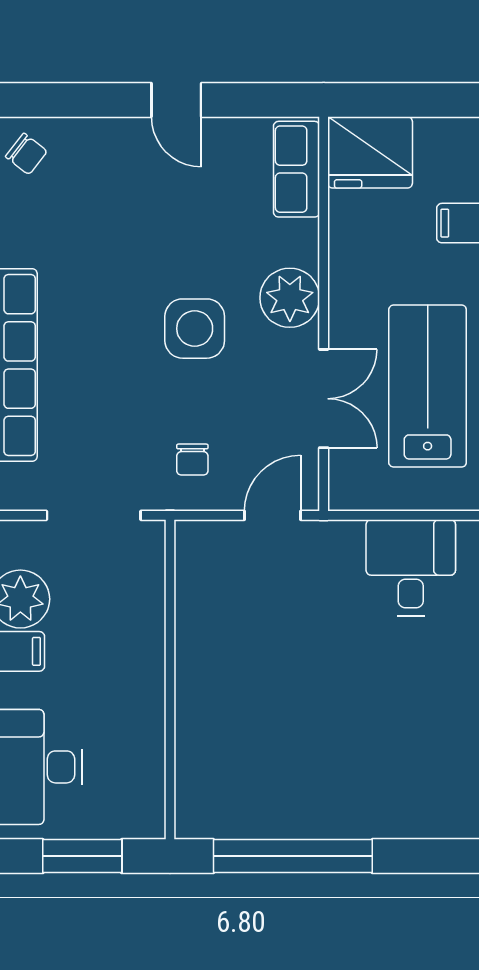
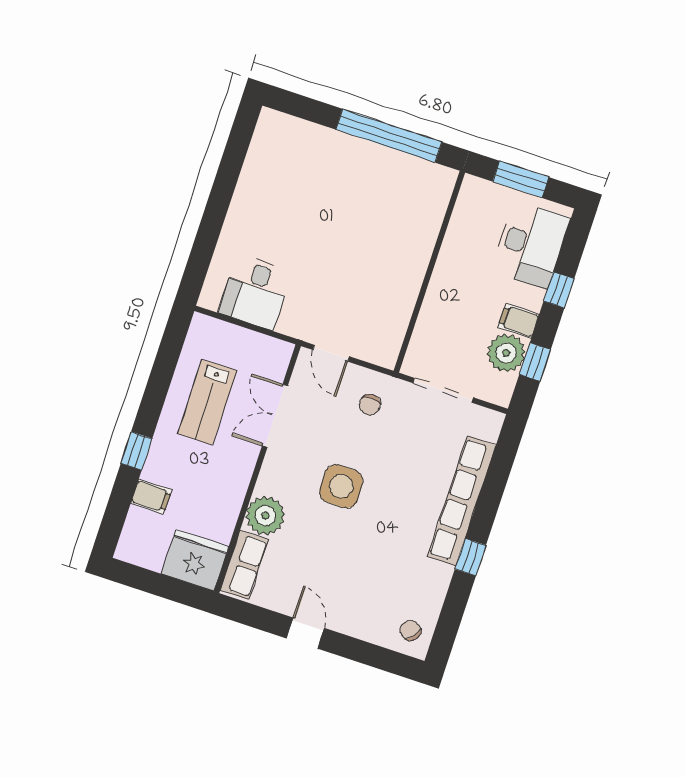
plant: (290, 298) -> (265, 516), moved
lab bench: (428, 386) -> (207, 402), width x0.73, depth x0.72
chair: (192, 460) -> (370, 405), turned 180
door: (272, 515) -> (331, 353), hinge flipped

